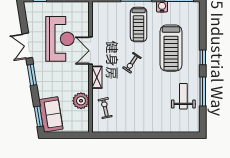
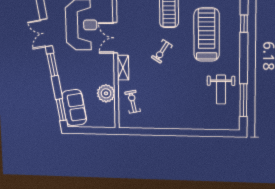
treadmill: (171, 48) -> (207, 35), turned 180
window: (203, 57) -> (244, 24), moved
window: (203, 92) -> (243, 100), moved
weight bench: (183, 96) -> (221, 89), turned 180

